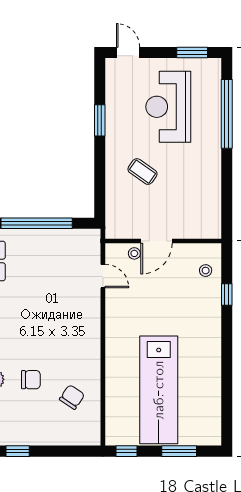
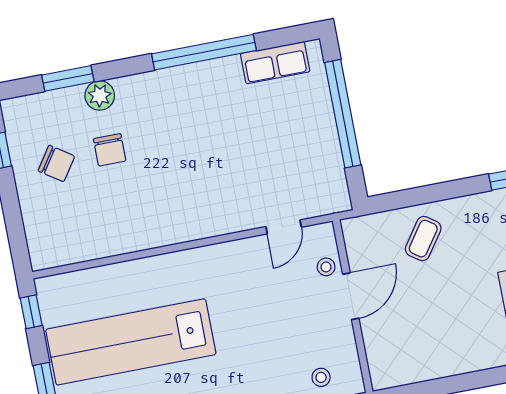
coffee table: (142, 172) -> (423, 239), moved
door: (156, 241) -> (351, 296), swing flipped
chair: (72, 397) -> (56, 164), moved

